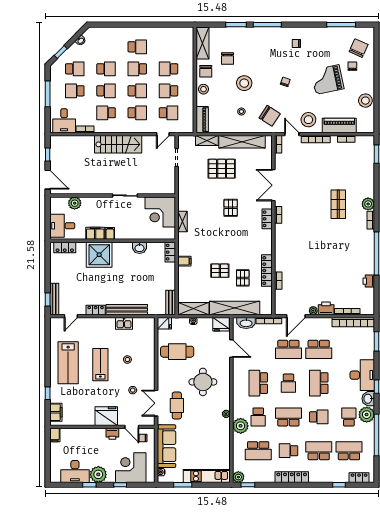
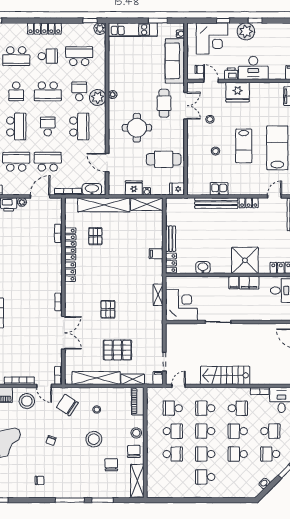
school desk: (137, 69) -> (205, 454), turned 180
filing cabinet: (183, 142) -> (158, 378), added
plant: (75, 203) -> (270, 314), removed
locker: (267, 219) -> (70, 272), moved
pallet: (220, 271) -> (119, 244), removed
bench: (171, 302) -> (171, 239), moved
fridge: (221, 324) -> (134, 188), moved
school desk: (319, 417) -> (16, 91), turned -90
plant: (241, 426) -> (98, 97), moved
desk: (75, 472) -> (253, 68), moved, turned 180

